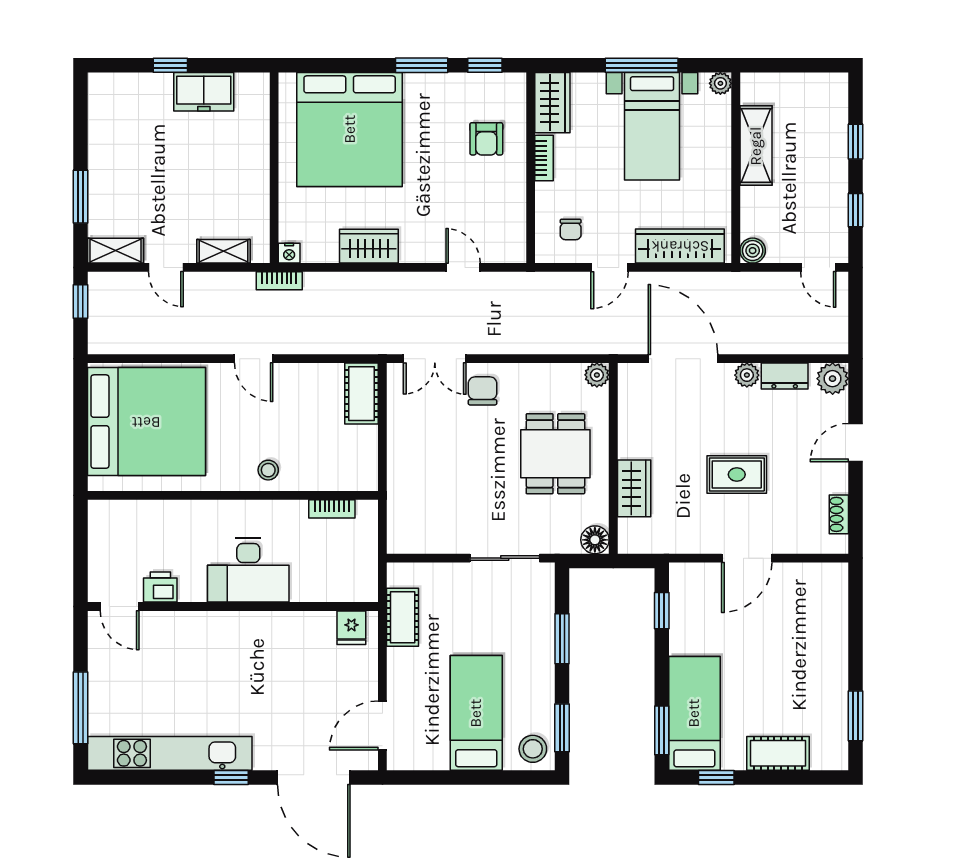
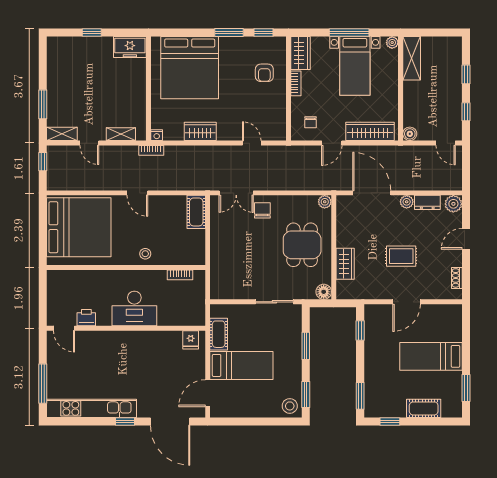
freezer: (204, 92) -> (130, 47), moved
shelving: (756, 146) -> (412, 58), moved
bed: (476, 713) -> (241, 365), moved, turned 90
bed: (694, 713) -> (431, 356), moved, turned -90

